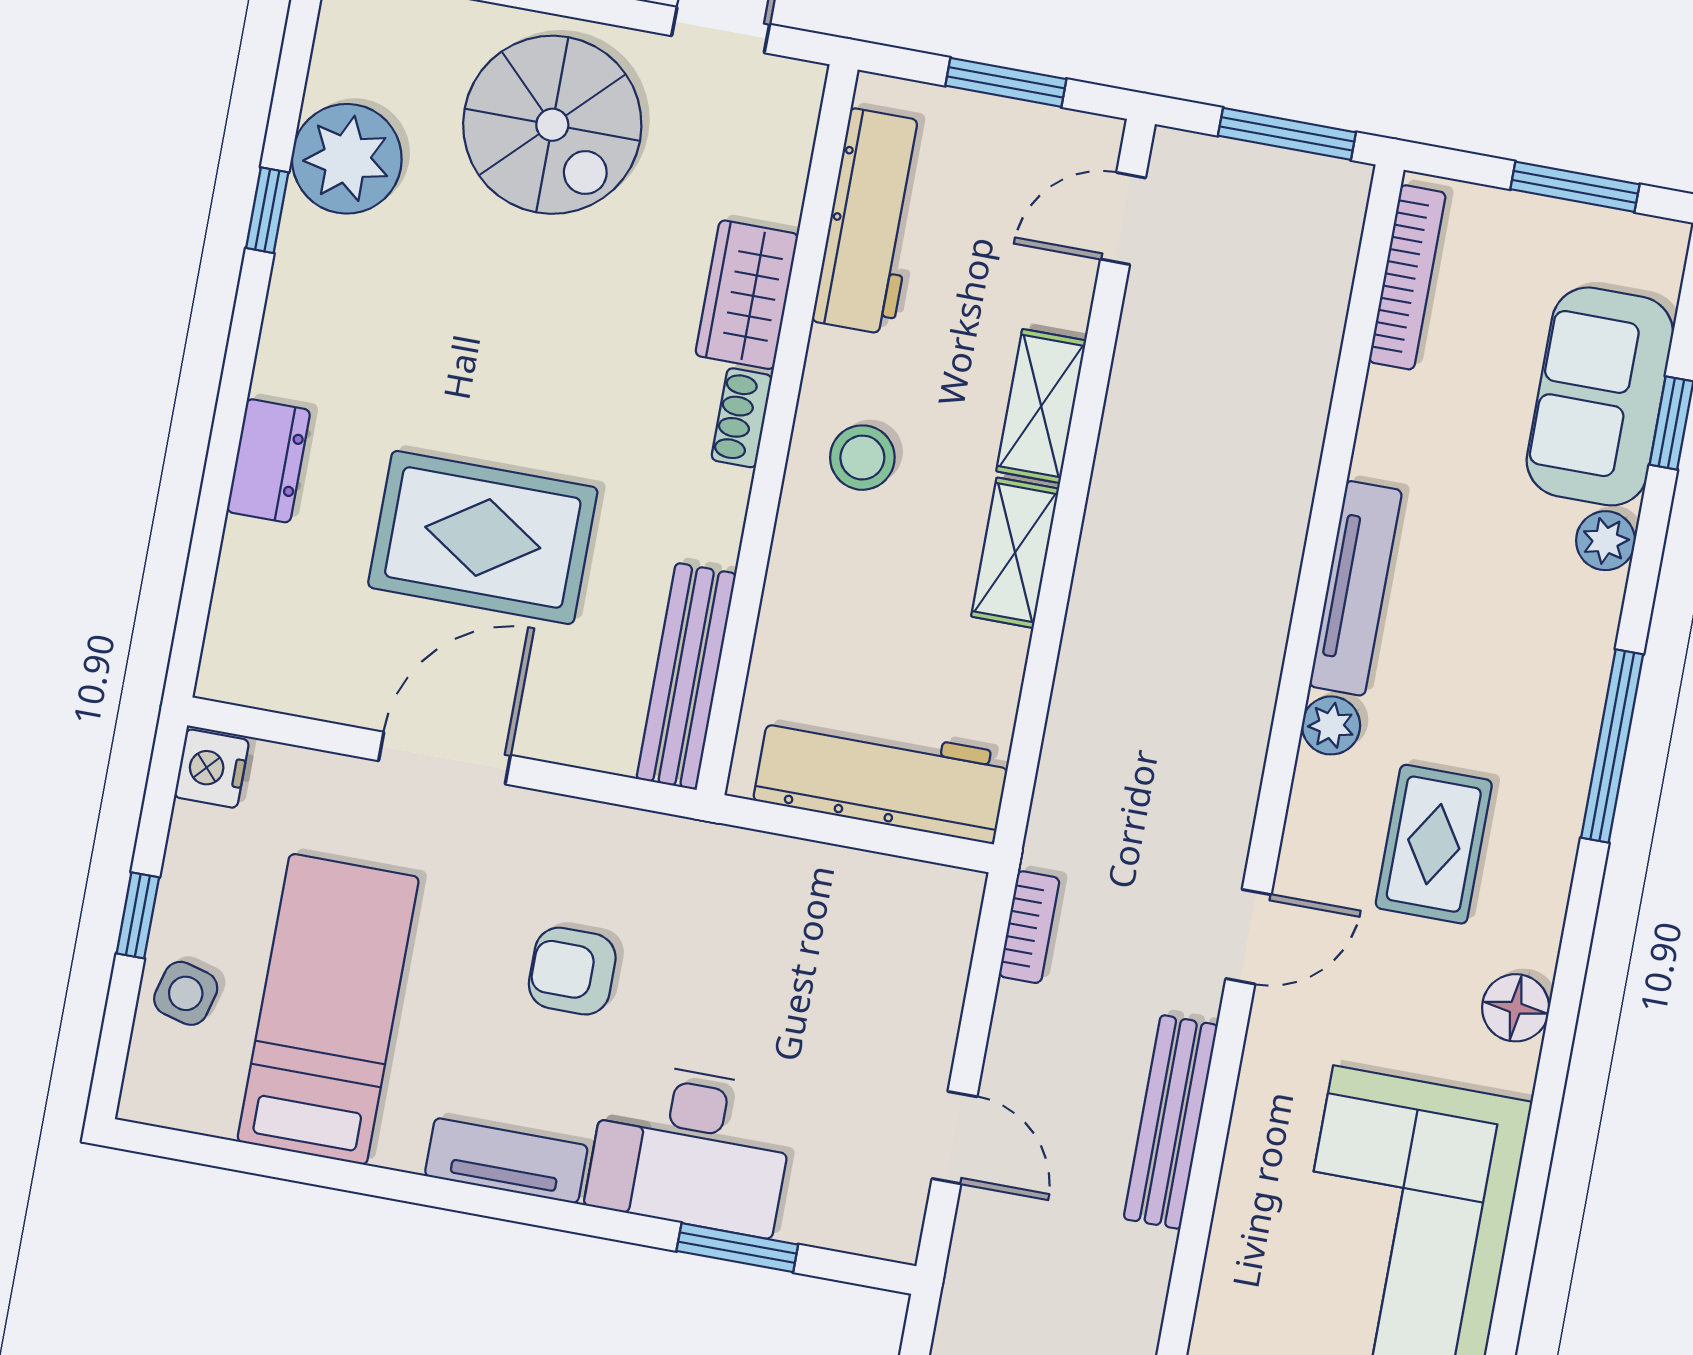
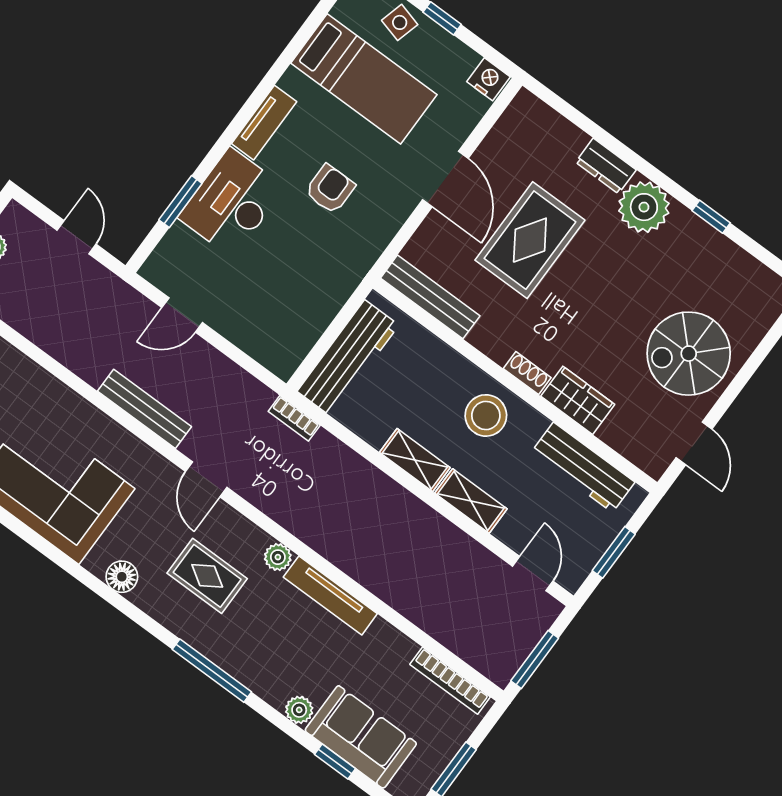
plant: (347, 159) -> (644, 207), moved
stool: (862, 458) -> (486, 415), width x1.38, depth x1.38
bookcase: (1029, 927) -> (294, 418), moved

